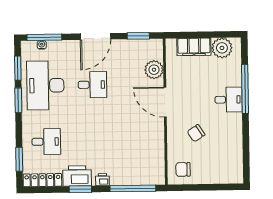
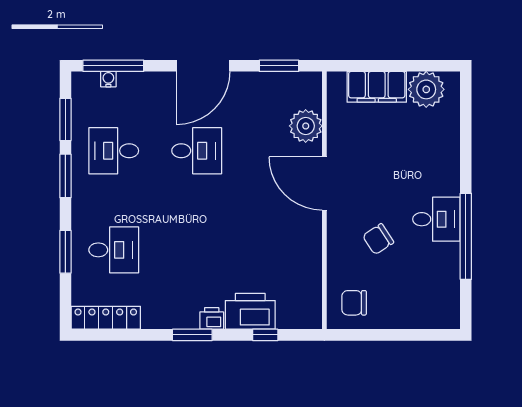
desk: (45, 85) -> (114, 151), width x0.53, depth x0.77
window: (245, 89) -> (466, 236), moved
desk: (229, 100) -> (436, 219), moved
window: (19, 159) -> (65, 252), moved
printer: (77, 176) -> (250, 311), moved
window: (133, 188) -> (265, 335), width x0.32
window: (80, 189) -> (192, 335), moved

